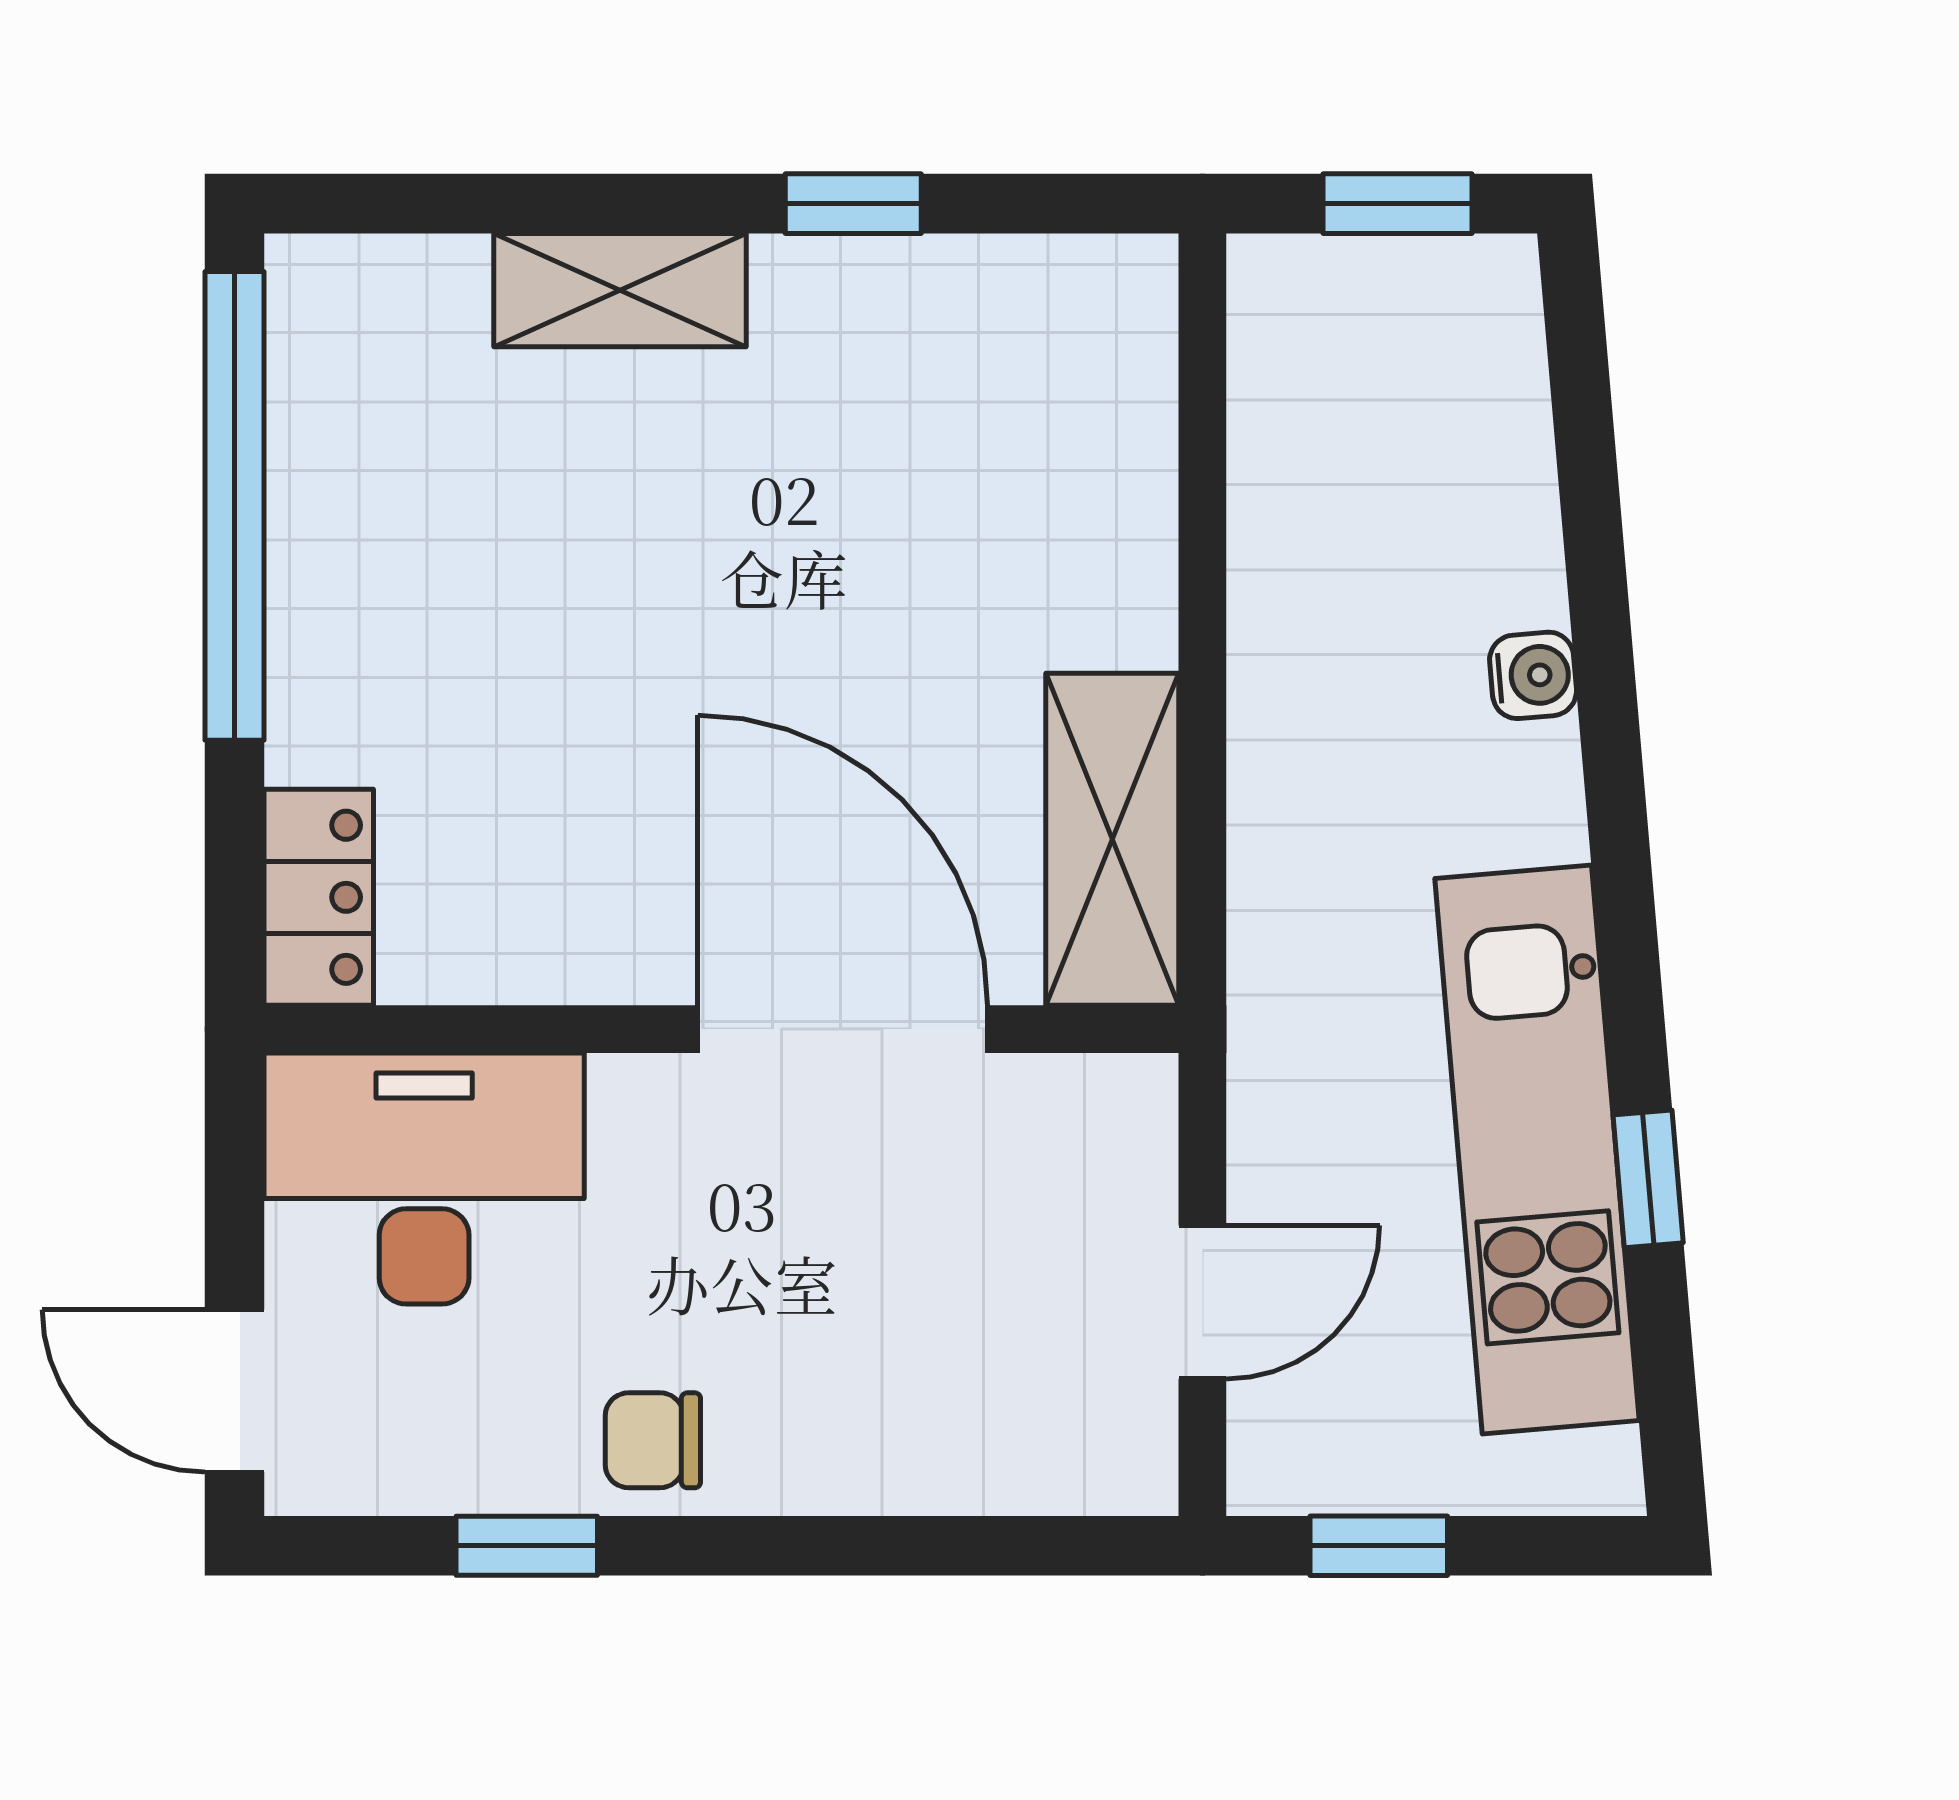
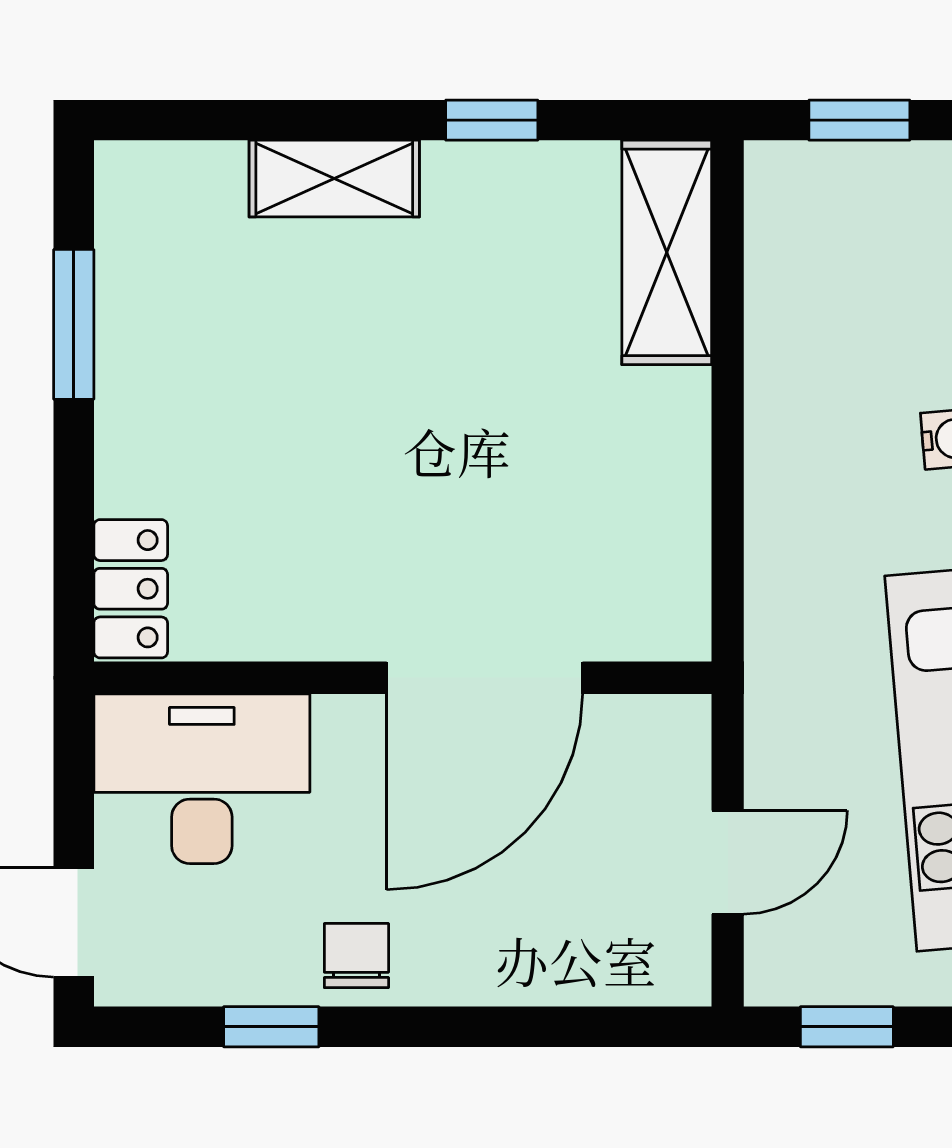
window: (234, 506) -> (74, 324), width x0.47
shelving: (1112, 839) -> (667, 252), moved
door: (843, 1029) -> (485, 678), swing flipped
chair: (653, 1440) -> (356, 956), turned 90

